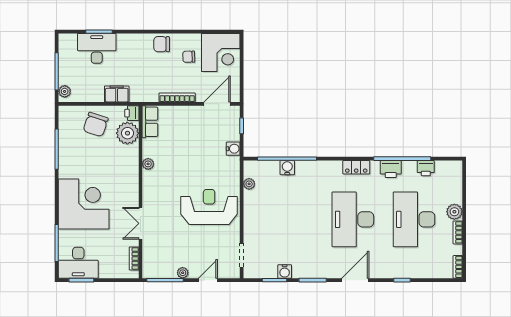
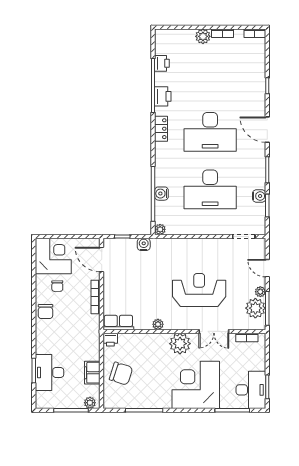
filing cabinet: (117, 94) -> (92, 373), moved
plant: (127, 133) -> (180, 344), moved
plant: (249, 184) -> (160, 229), moved
reception desk: (209, 207) -> (199, 290), moved, turned 90
desk: (414, 219) -> (210, 189), moved
plant: (165, 268) -> (255, 308), added

